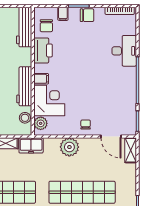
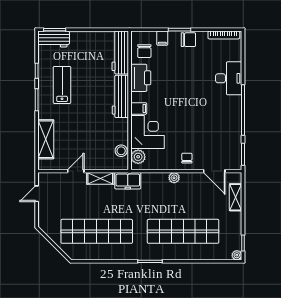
workbench: (24, 86) -> (120, 96), moved
plant: (69, 147) -> (174, 178), width x0.53, depth x0.53
shelving: (131, 150) -> (236, 197), moved

